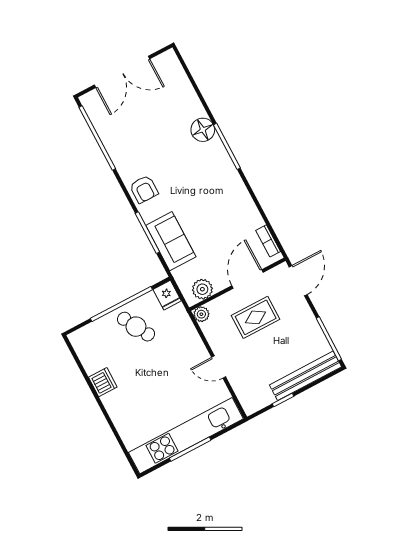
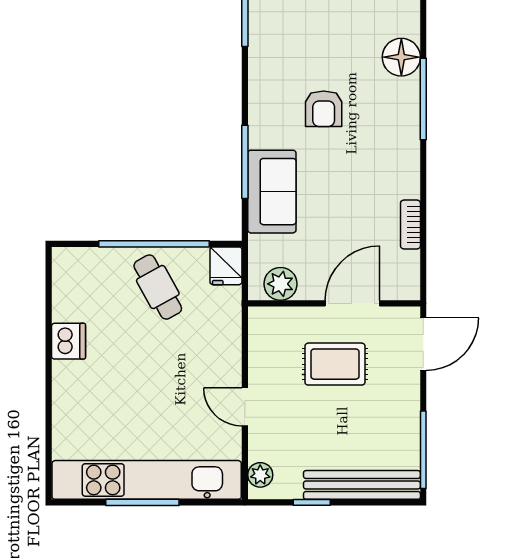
armchair: (144, 189) -> (324, 109), moved
bookcase: (268, 241) -> (410, 224), moved
plant: (201, 314) -> (260, 475), moved

